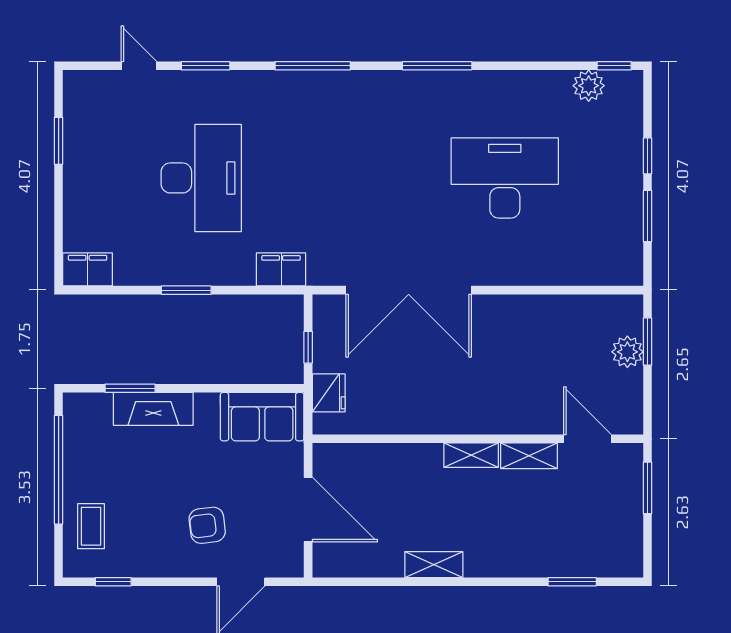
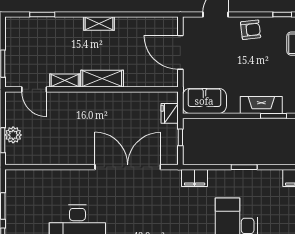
shelving: (471, 455) -> (102, 79), width x1.50, depth x1.33
armchair: (207, 525) -> (251, 30), moved
shelving: (434, 565) -> (99, 24), moved

